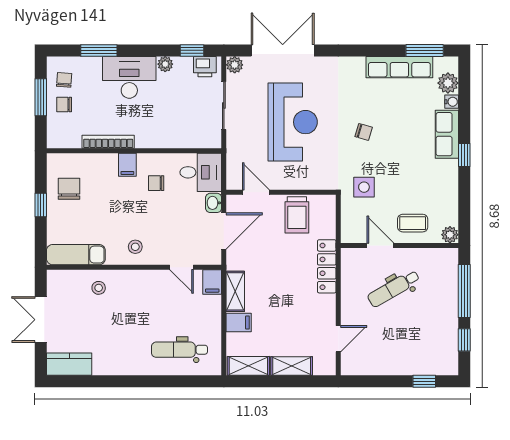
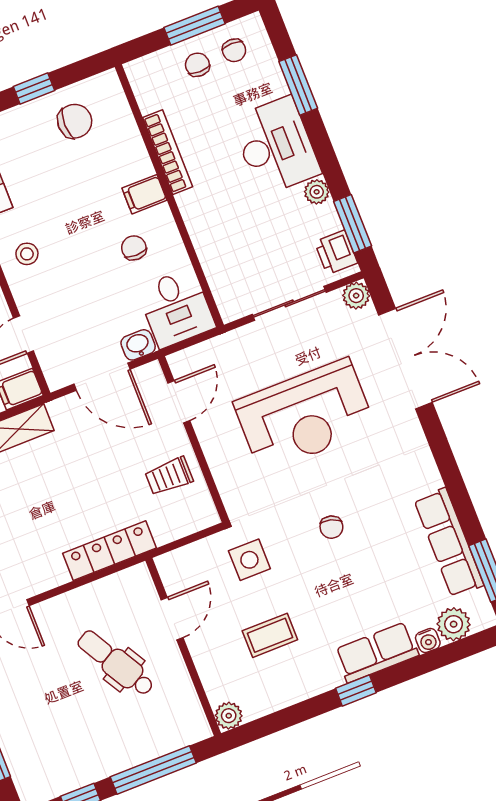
window: (192, 50) -> (353, 224), width x1.50
chair: (64, 80) -> (234, 50), turned 86
trolley: (297, 215) -> (169, 476), width x0.73, depth x0.72
coffee table: (413, 223) -> (270, 635), moved, turned 90

